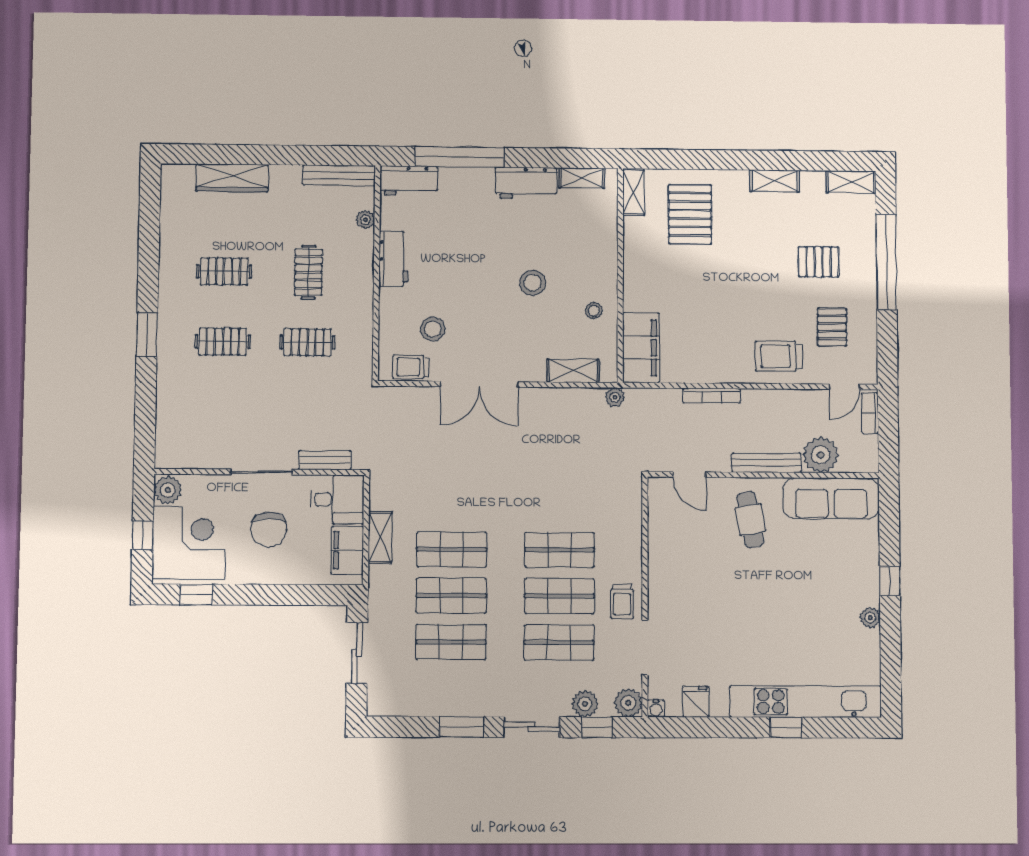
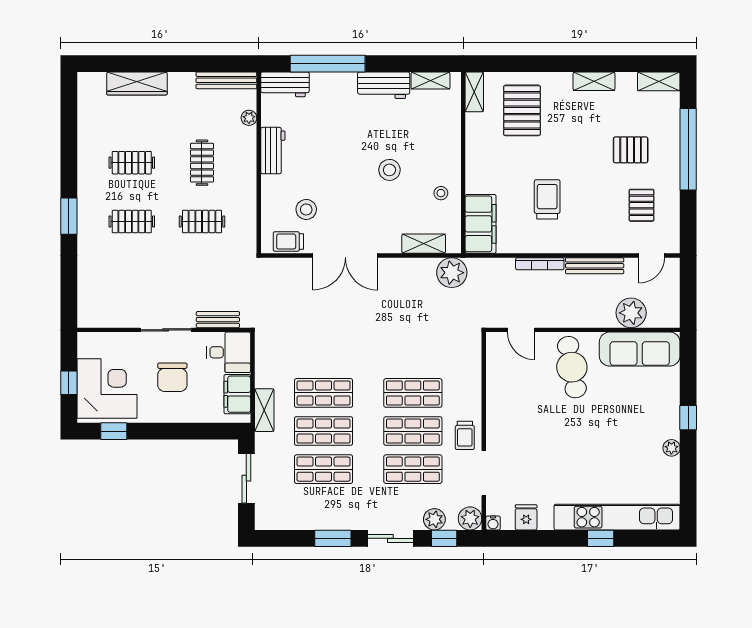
trolley: (779, 356) -> (547, 199), moved, turned 90
plant: (615, 397) -> (452, 273), width x1.87, depth x1.87
bookcase: (870, 413) -> (673, 277), removed
bench: (766, 463) -> (595, 266), moved
plant: (168, 490) -> (89, 345), removed
cafe table: (750, 520) -> (572, 367), width x1.37, depth x1.35
shelving: (380, 537) -> (264, 410), moved

